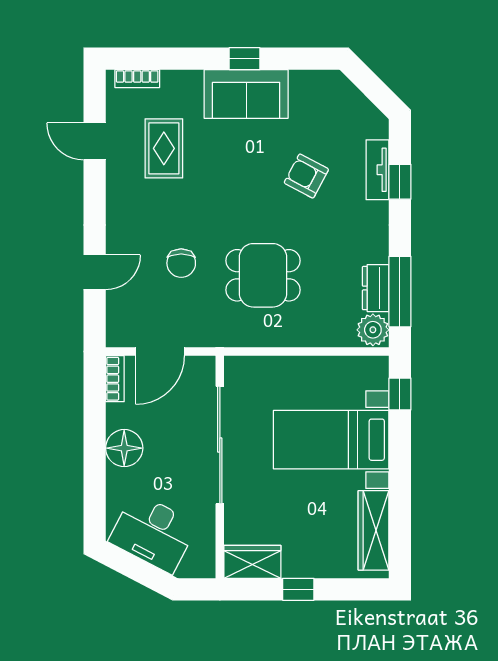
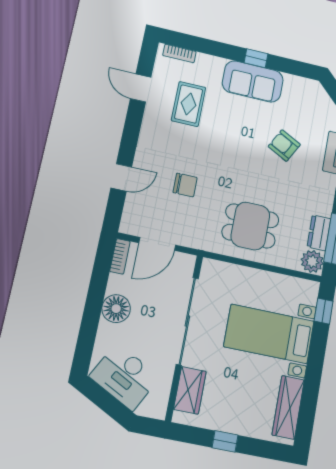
chair: (181, 263) -> (185, 185), turned -90
dining table: (263, 275) -> (250, 226), moved
wardrobe: (252, 562) -> (190, 390), moved, turned 90

